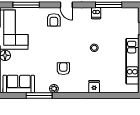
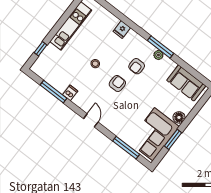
armchair: (54, 20) -> (117, 83), moved
window: (39, 96) -> (161, 47), moved

